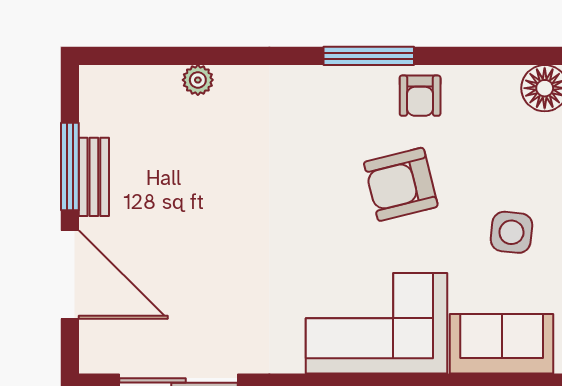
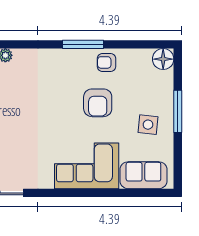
armchair: (420, 96) -> (106, 62), turned 90
armchair: (401, 184) -> (98, 103), turned -76

